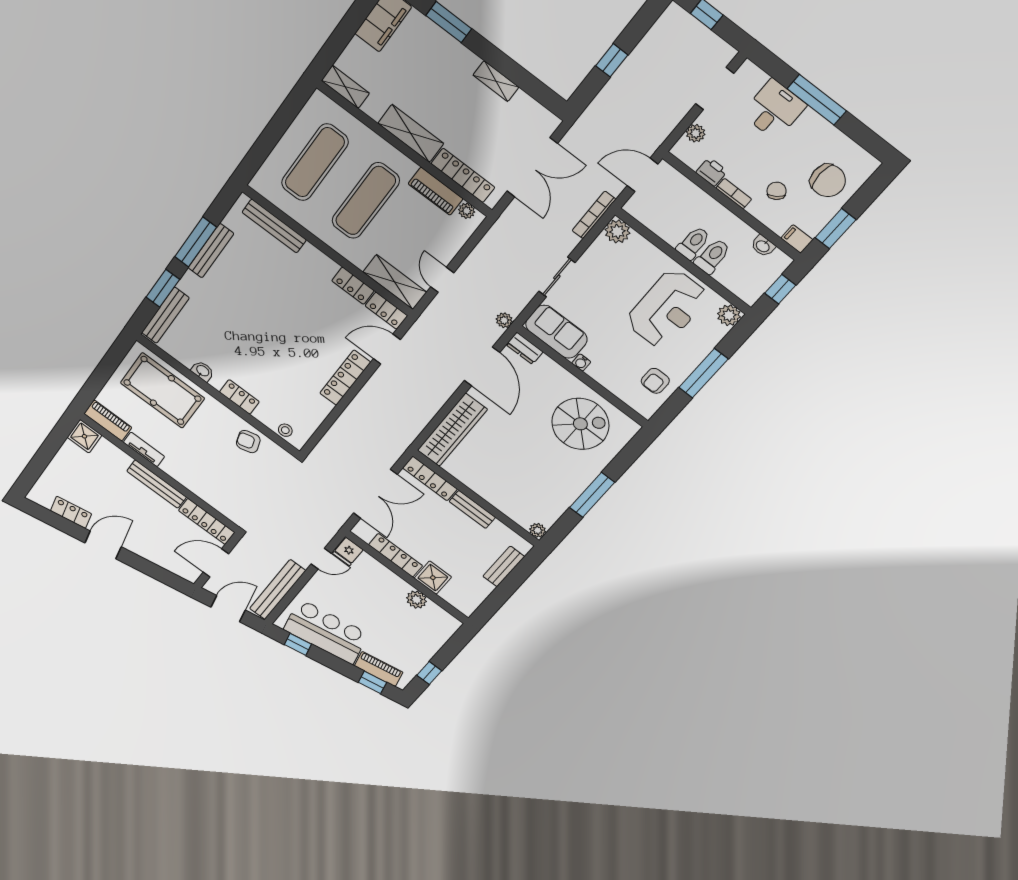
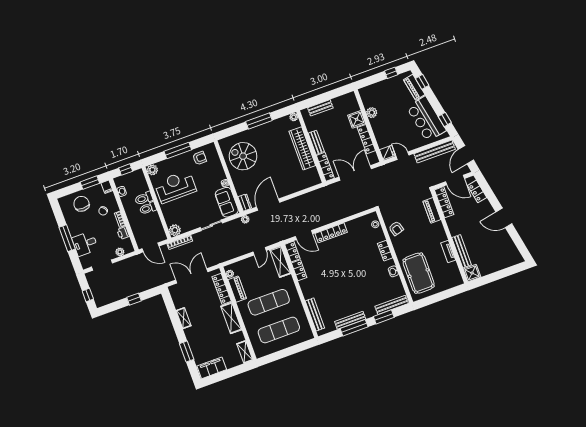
piano: (108, 421) -> (432, 210), moved
wardrobe: (452, 430) -> (302, 148), moved, turned -90
bench: (157, 484) -> (462, 251), moved
locker: (71, 512) -> (477, 191), moved
door: (228, 609) -> (466, 155), hinge flipped

